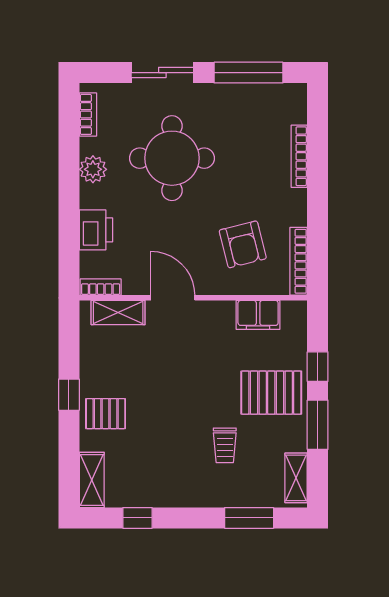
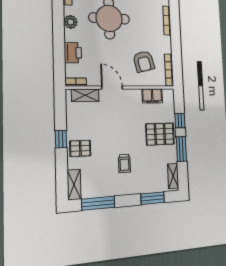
trolley: (225, 445) -> (124, 163), moved
window: (137, 518) -> (98, 203), width x2.17

